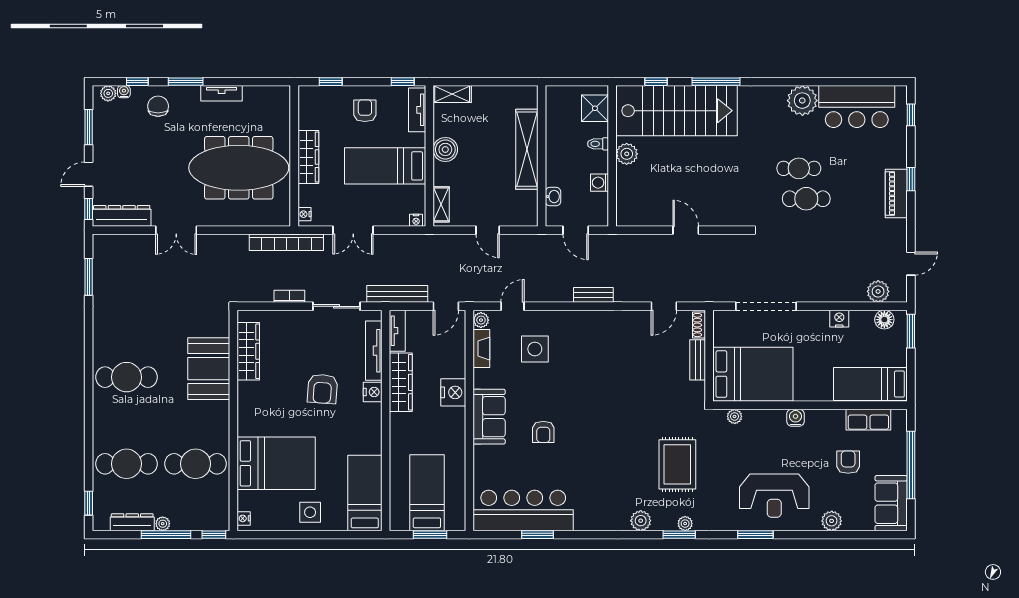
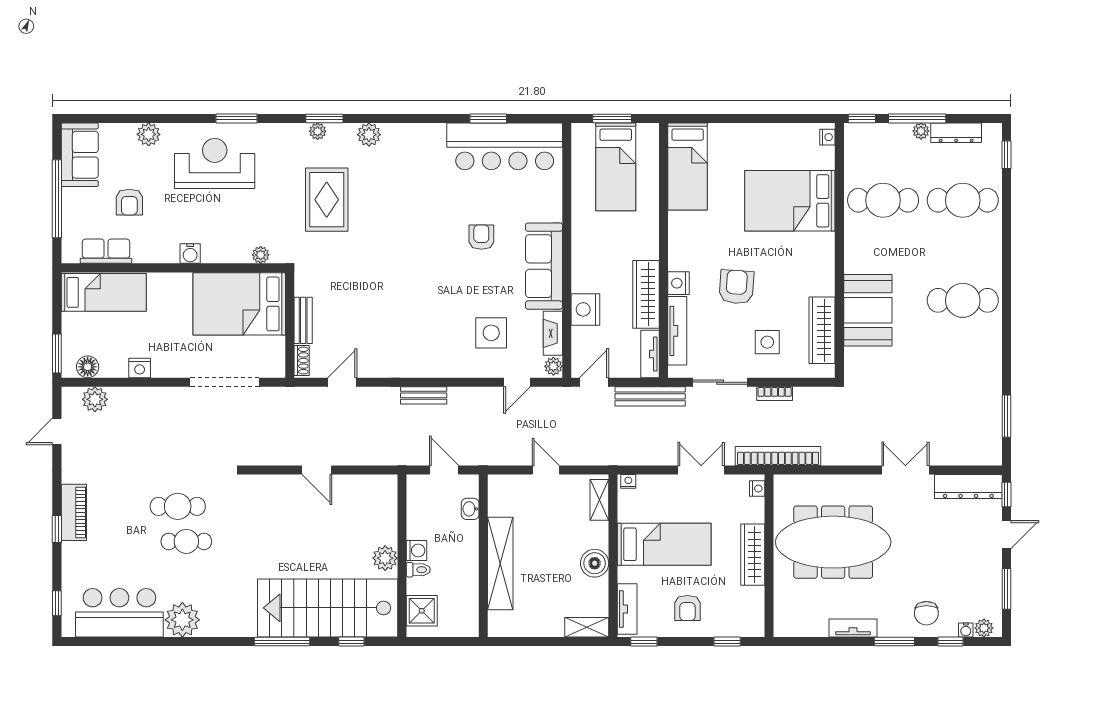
washing machine: (599, 183) -> (417, 550), moved
nightstand: (453, 392) -> (585, 309), moved
sofa: (489, 417) -> (544, 266), width x1.36
side table: (310, 512) -> (767, 342), moved

